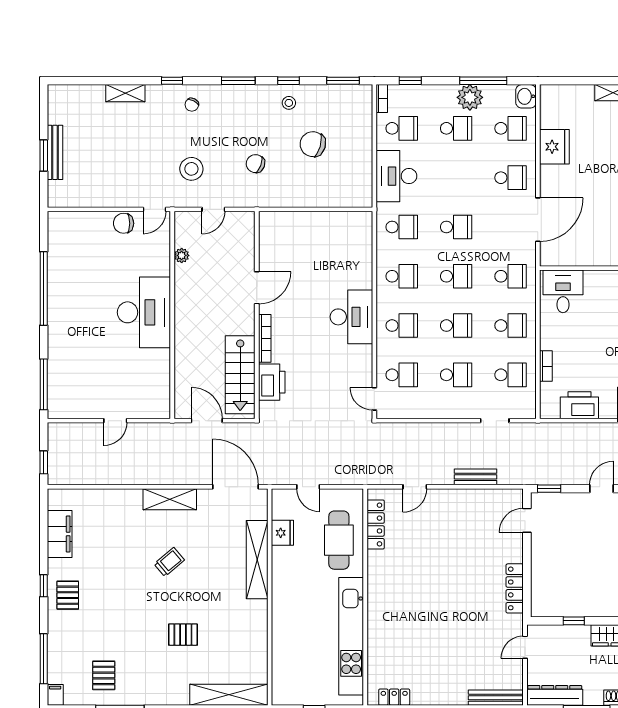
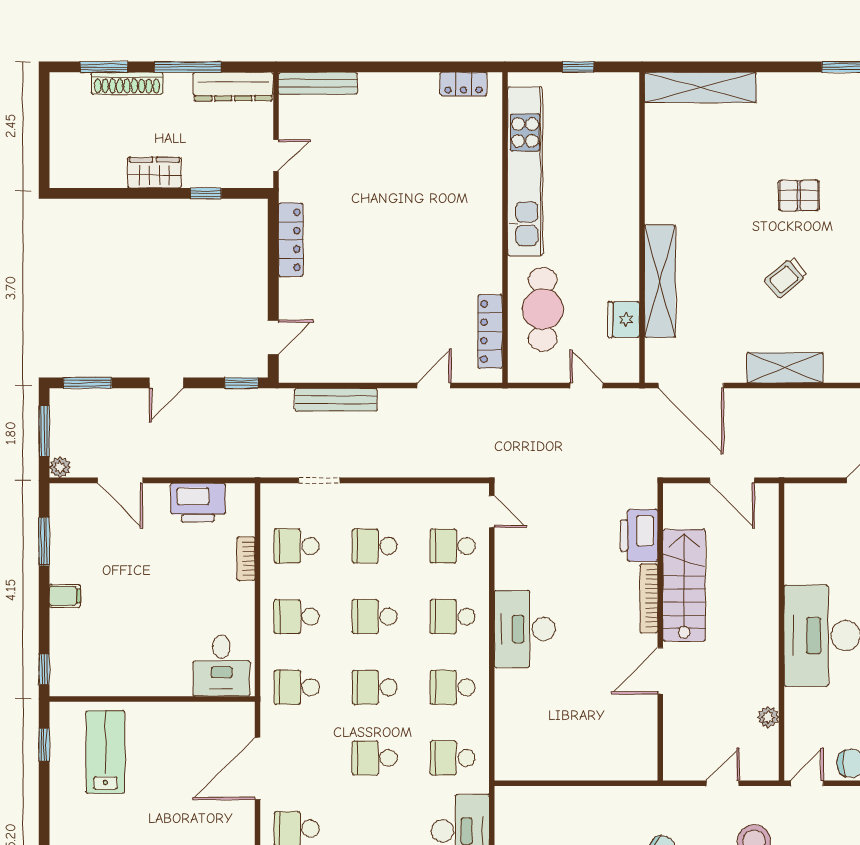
stairs: (240, 375) -> (684, 585), moved
bench: (475, 477) -> (336, 400), width x1.36
pallet: (183, 635) -> (799, 195), moved

